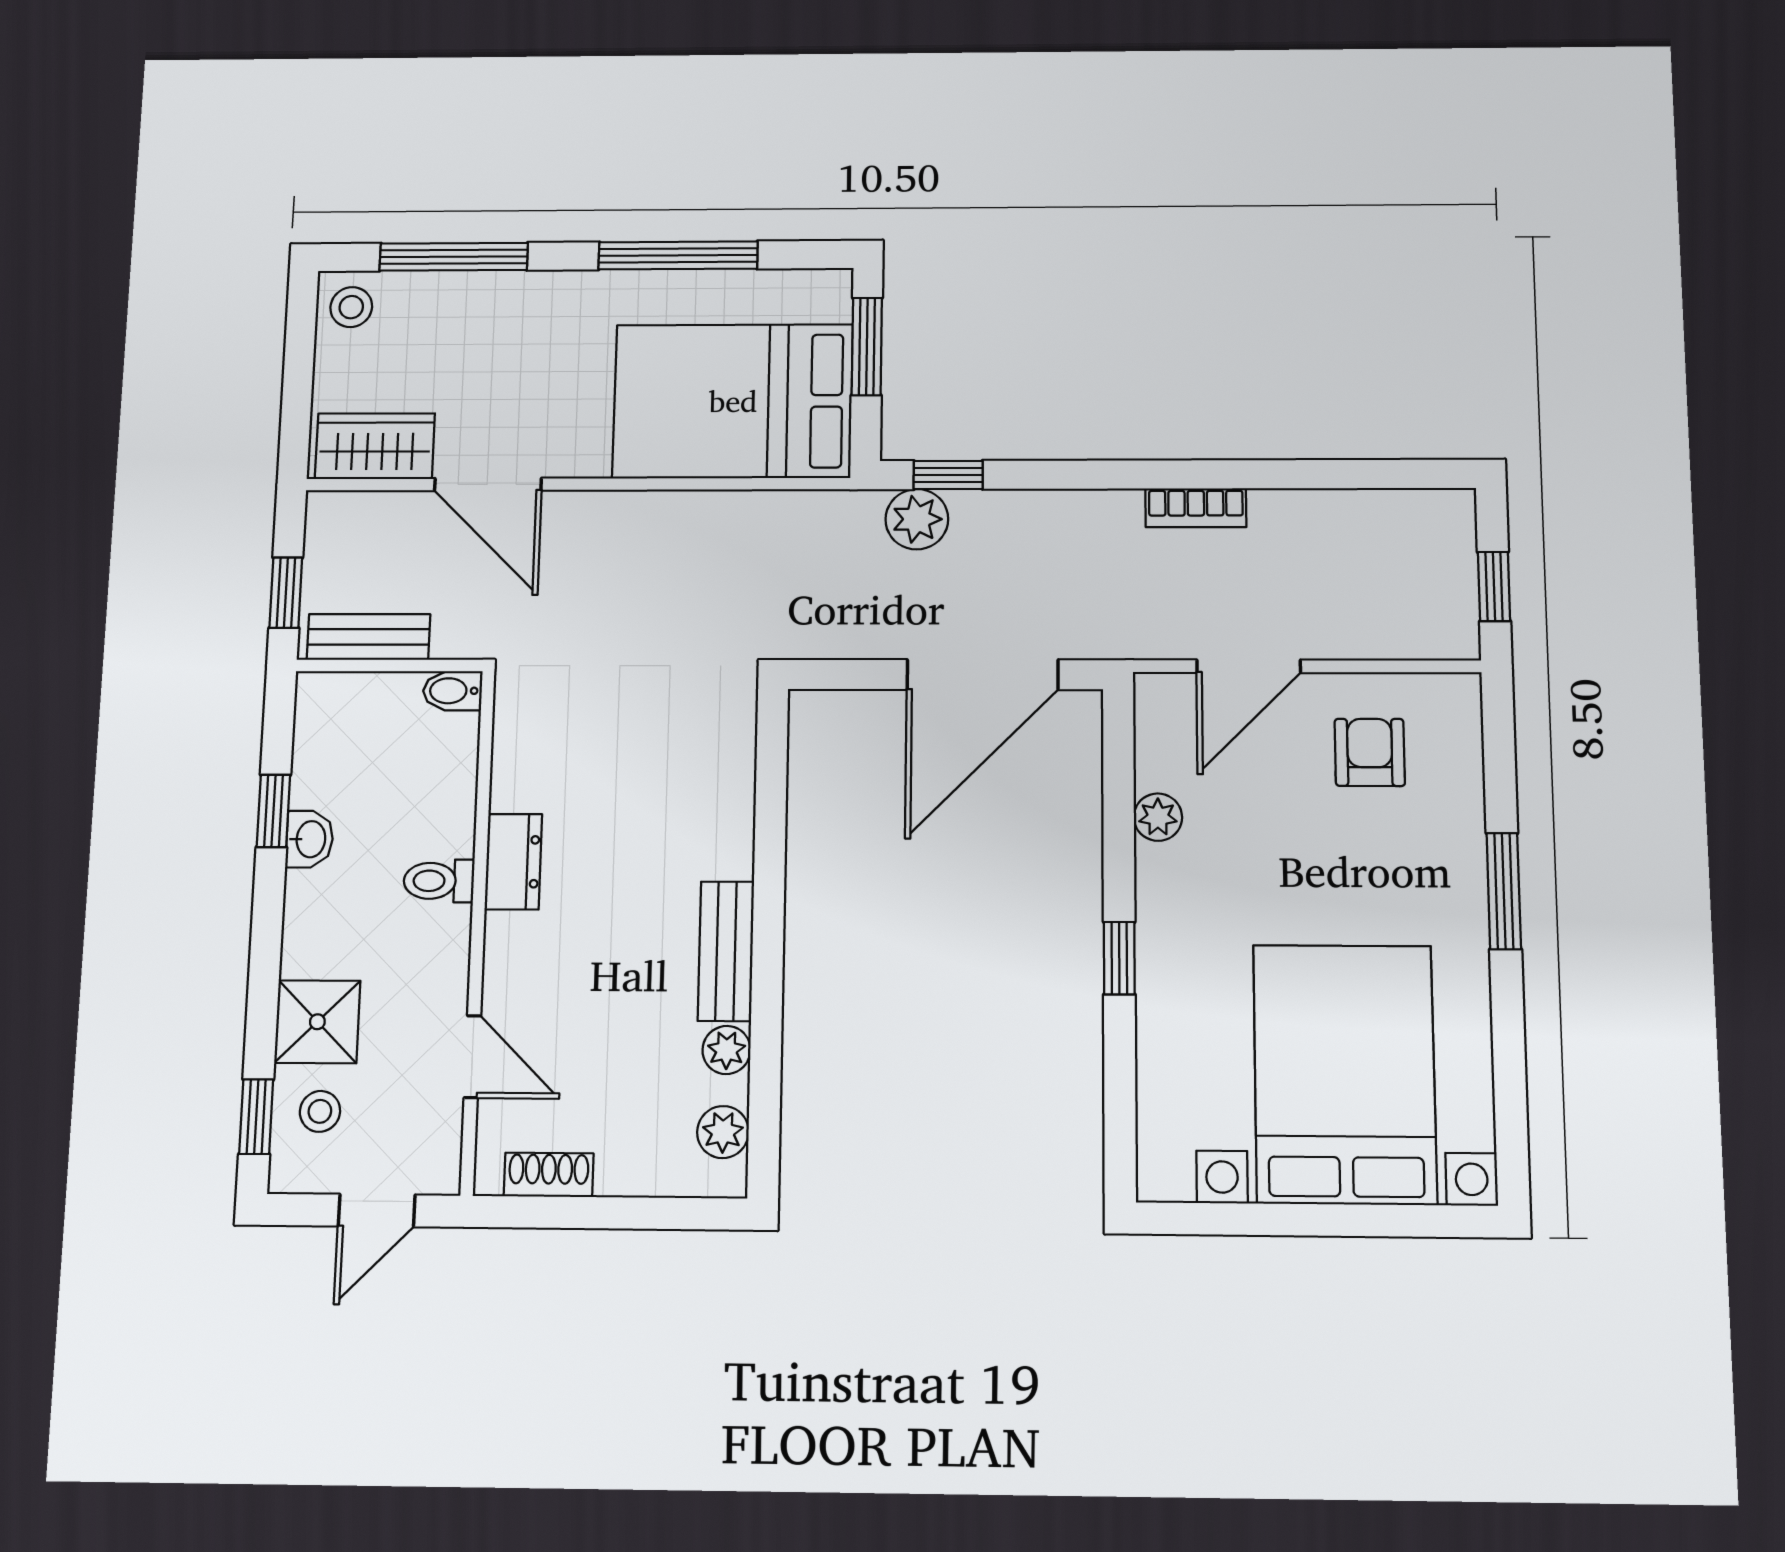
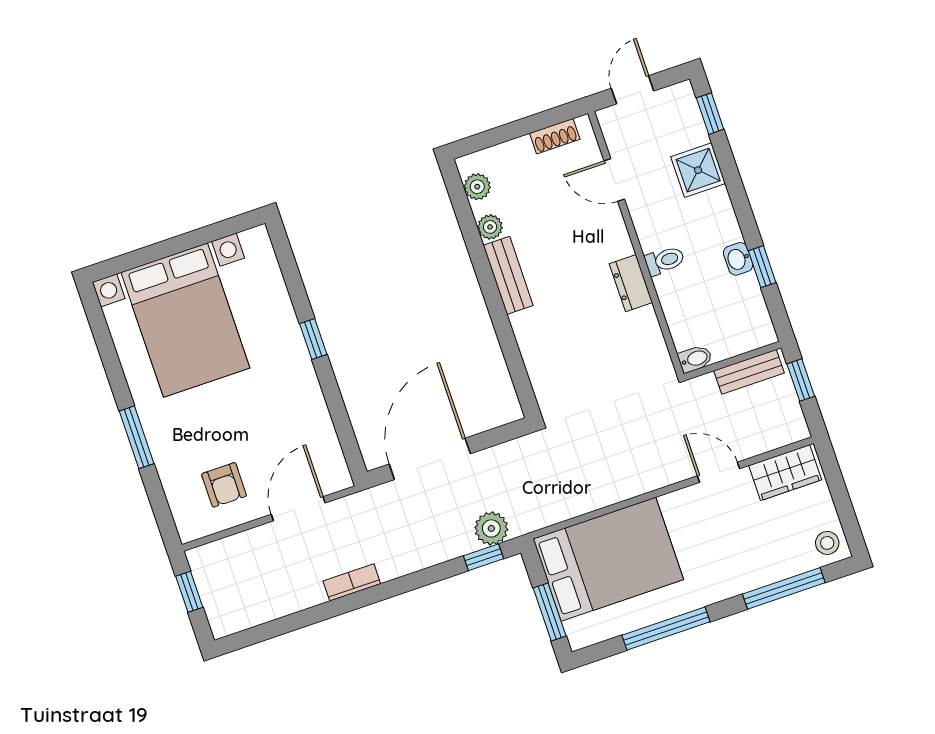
door: (488, 484) -> (718, 472), width x0.73
plant: (1158, 817) -> (318, 416), removed
stool: (320, 1111) -> (679, 127), removed

